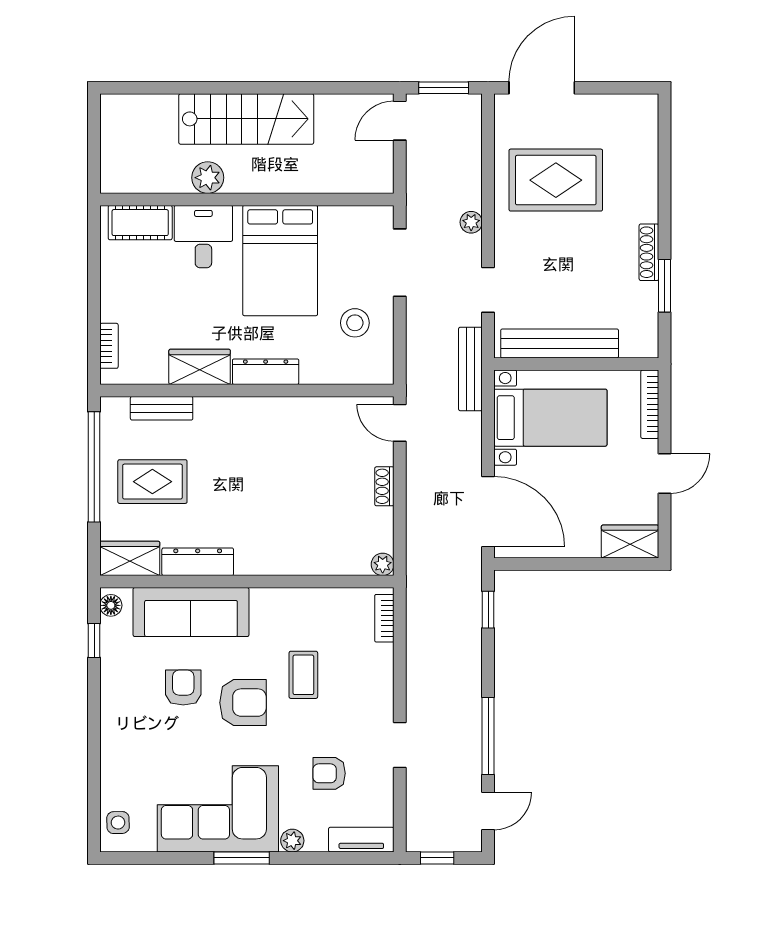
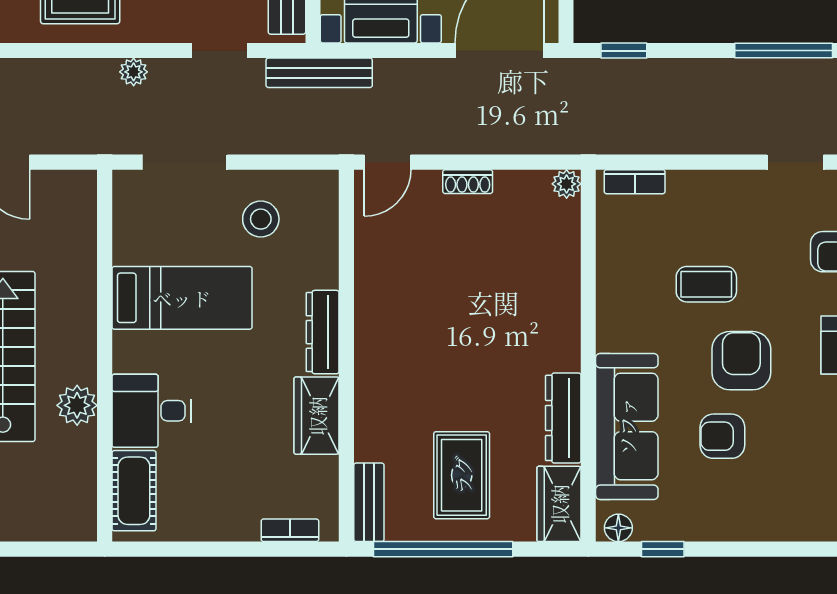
bed: (280, 261) -> (182, 298), width x0.67
bench: (162, 408) -> (369, 502), moved

